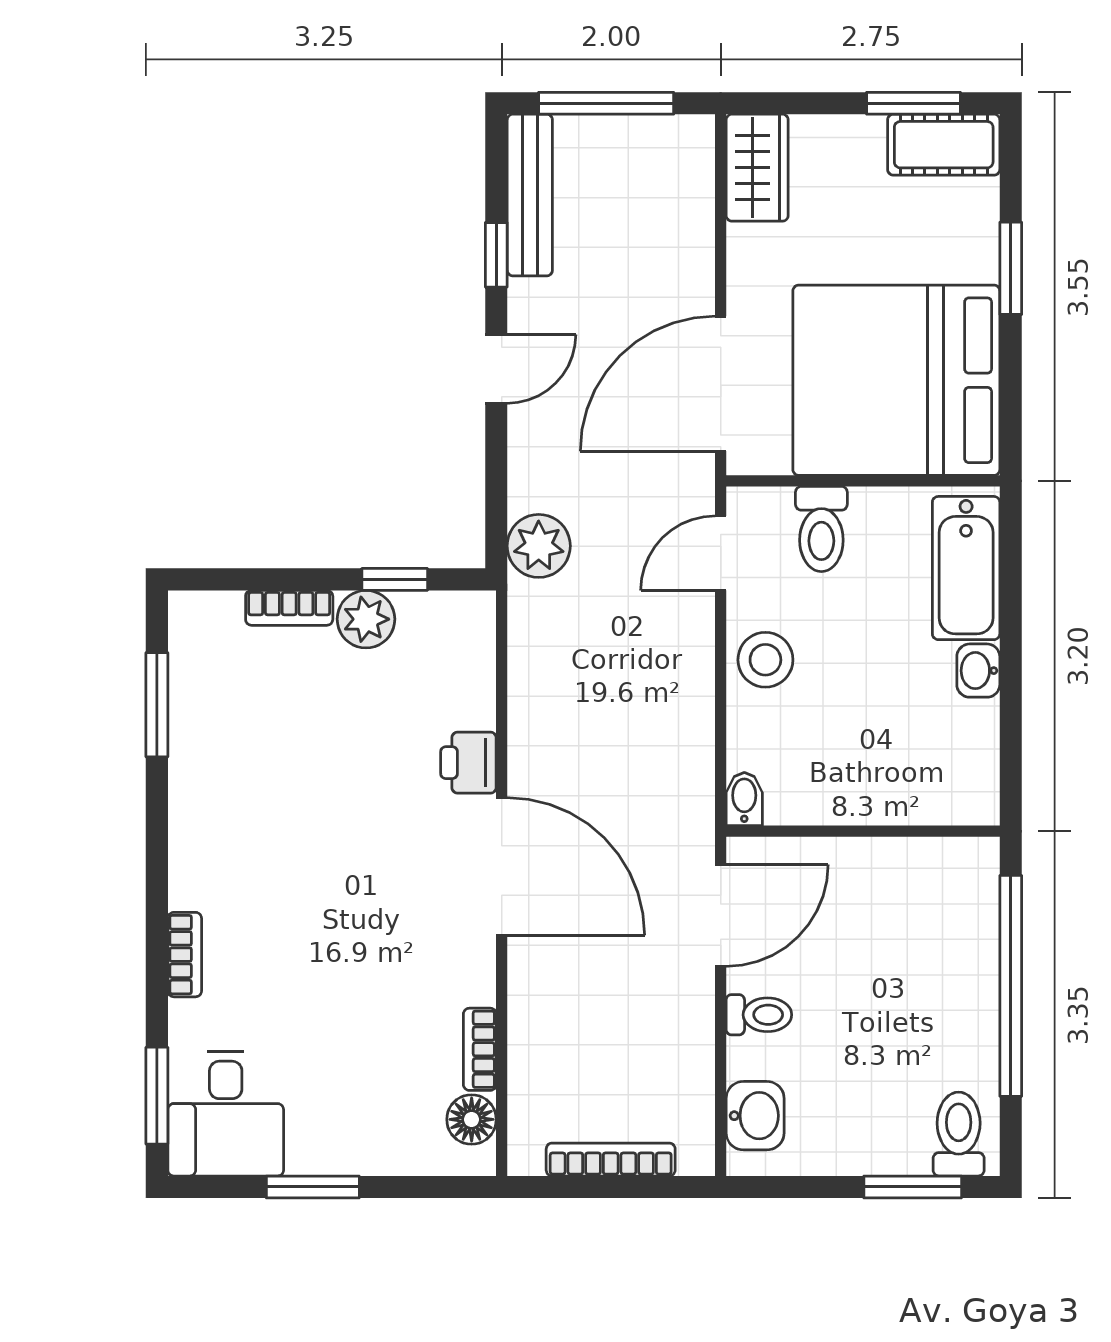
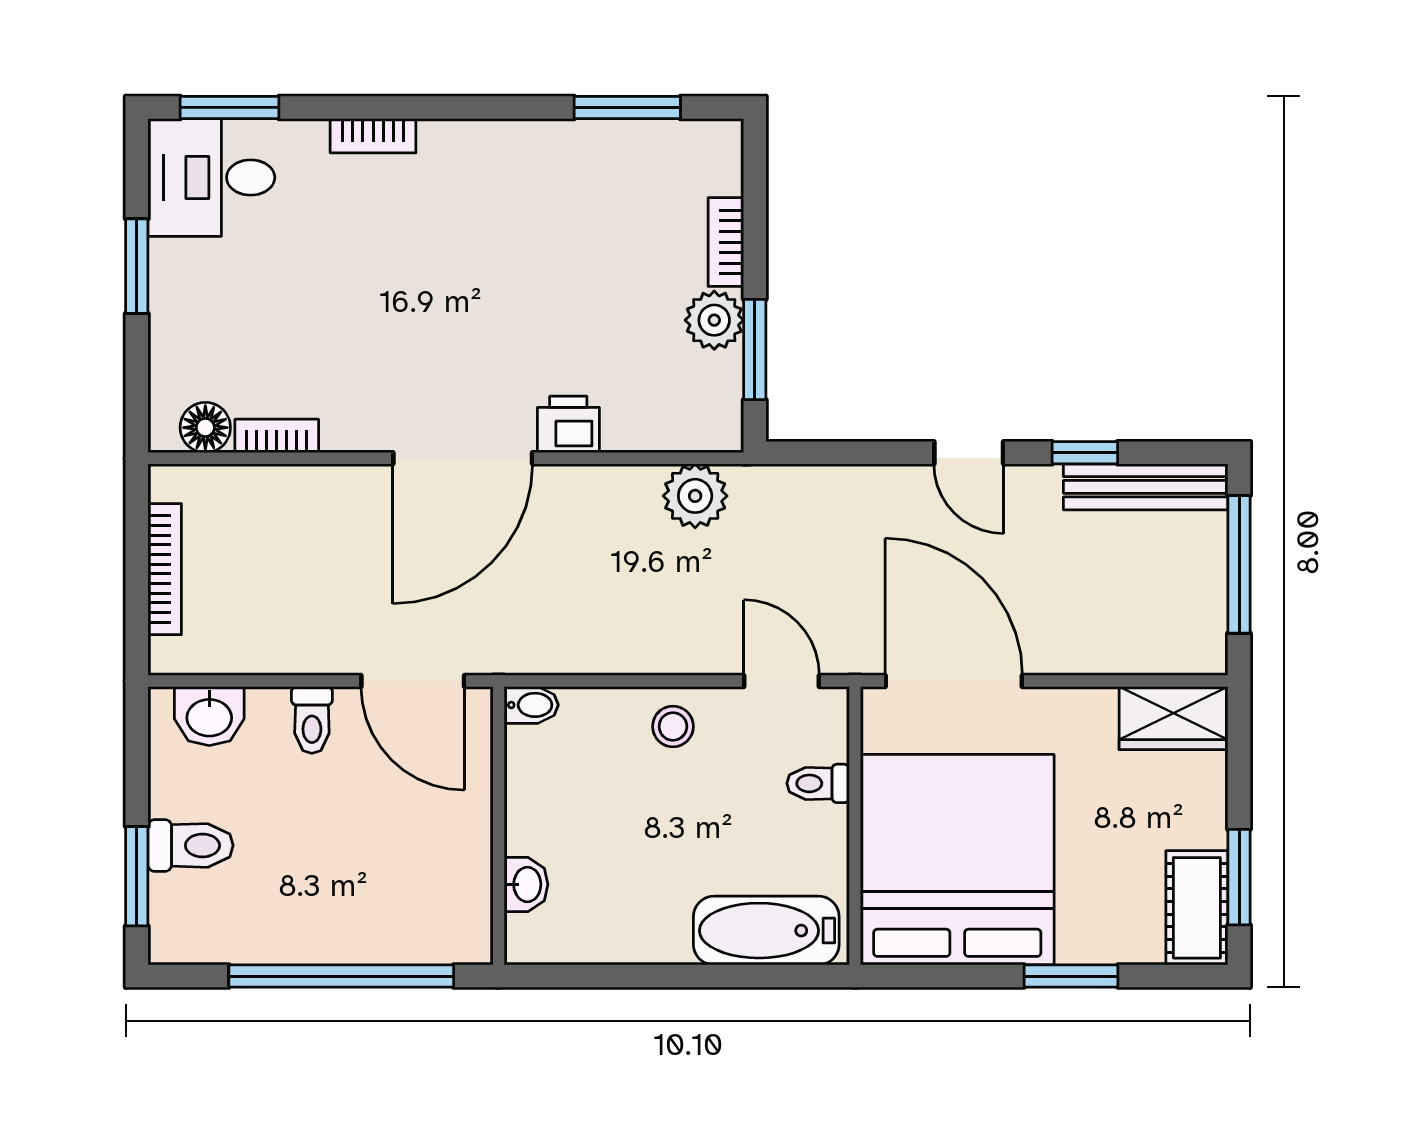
toilet: (821, 529) -> (818, 783), width x0.73, depth x0.72
plant: (539, 546) -> (695, 496), moved
window: (395, 579) -> (755, 349), width x1.50
stool: (765, 660) -> (673, 726), width x0.73, depth x0.73
washbasin: (978, 671) -> (526, 884), moved, turned 90
toilet: (959, 1134) -> (191, 845), moved

